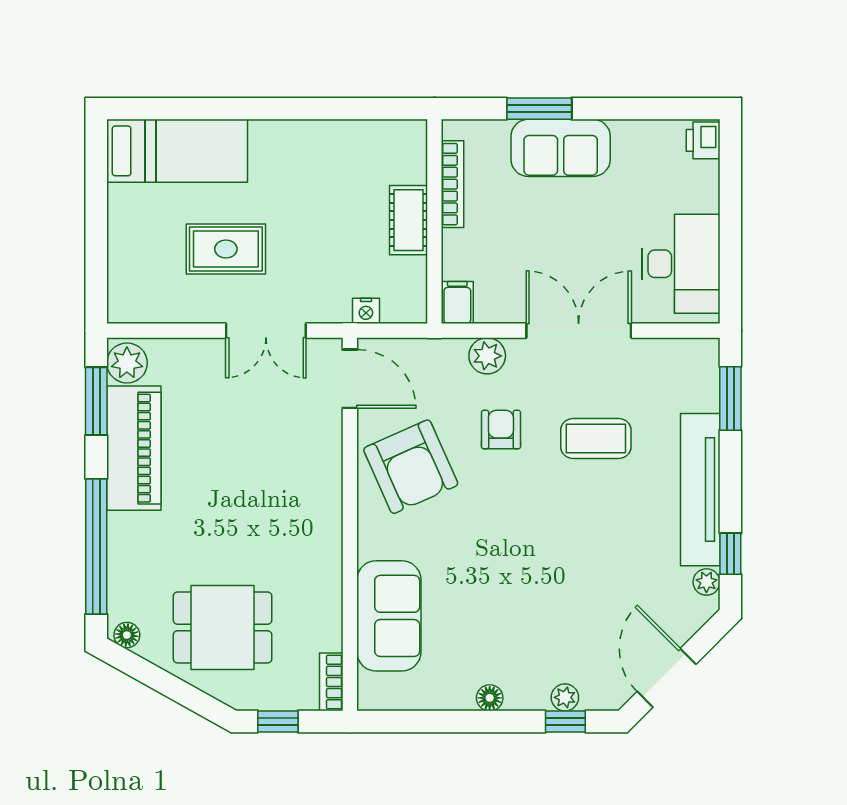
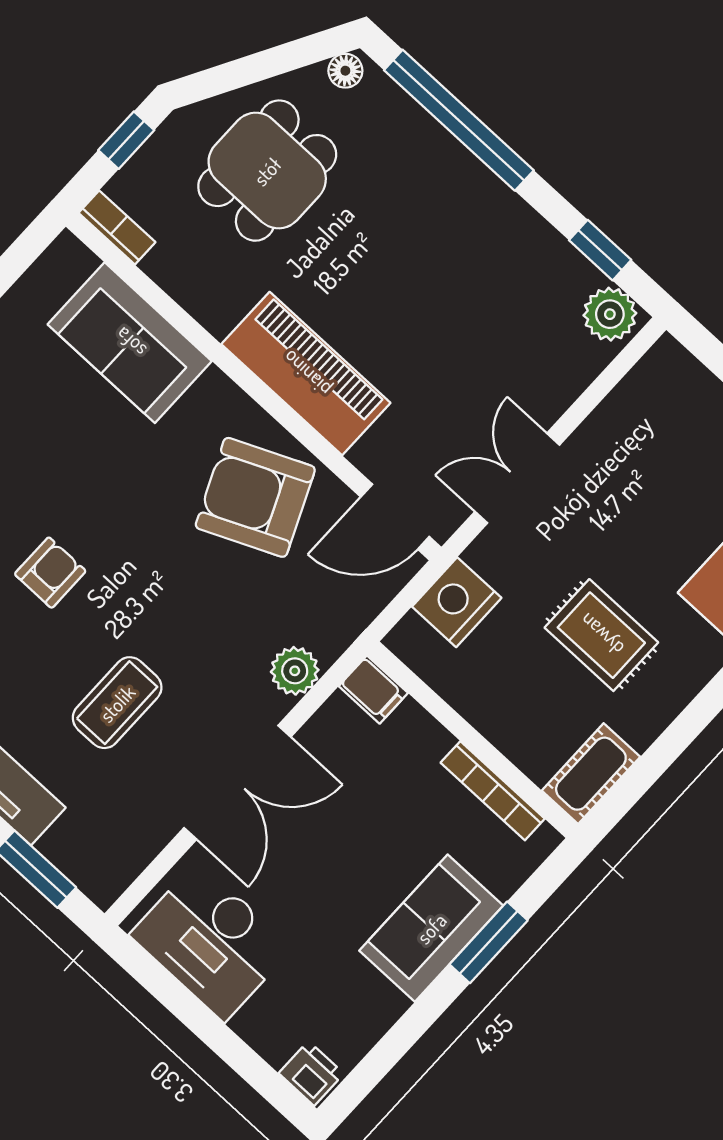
cot: (409, 220) -> (591, 774), moved, turned 90
rug: (226, 249) -> (601, 635), moved, turned 90
nightstand: (366, 311) -> (457, 602), width x1.89, depth x1.79
window: (96, 401) -> (600, 250), width x0.67
armchair: (501, 430) -> (50, 573), moved, turned -90
piano: (134, 448) -> (306, 374), moved, turned 180

